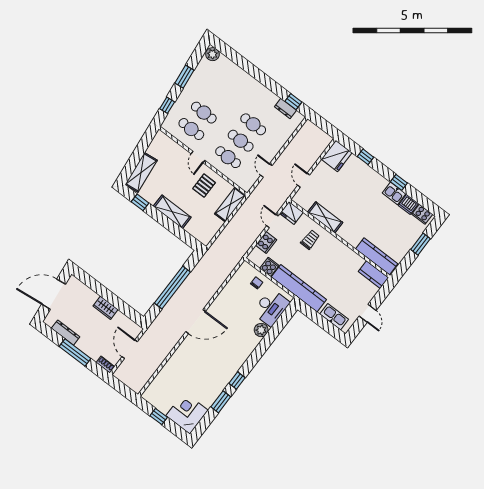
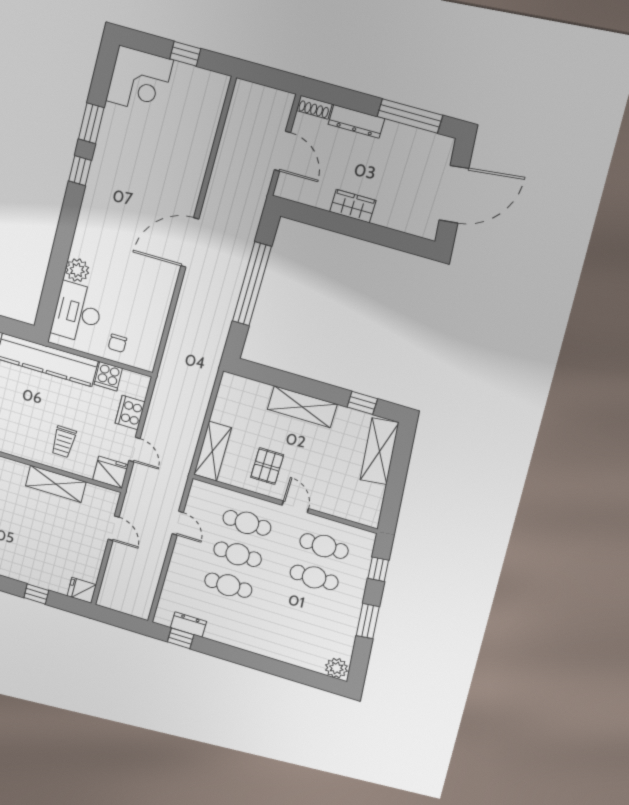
fridge: (337, 156) -> (82, 590), width x0.53, depth x0.75
dresser: (66, 333) -> (356, 121), moved
window: (75, 353) -> (410, 116), moved

